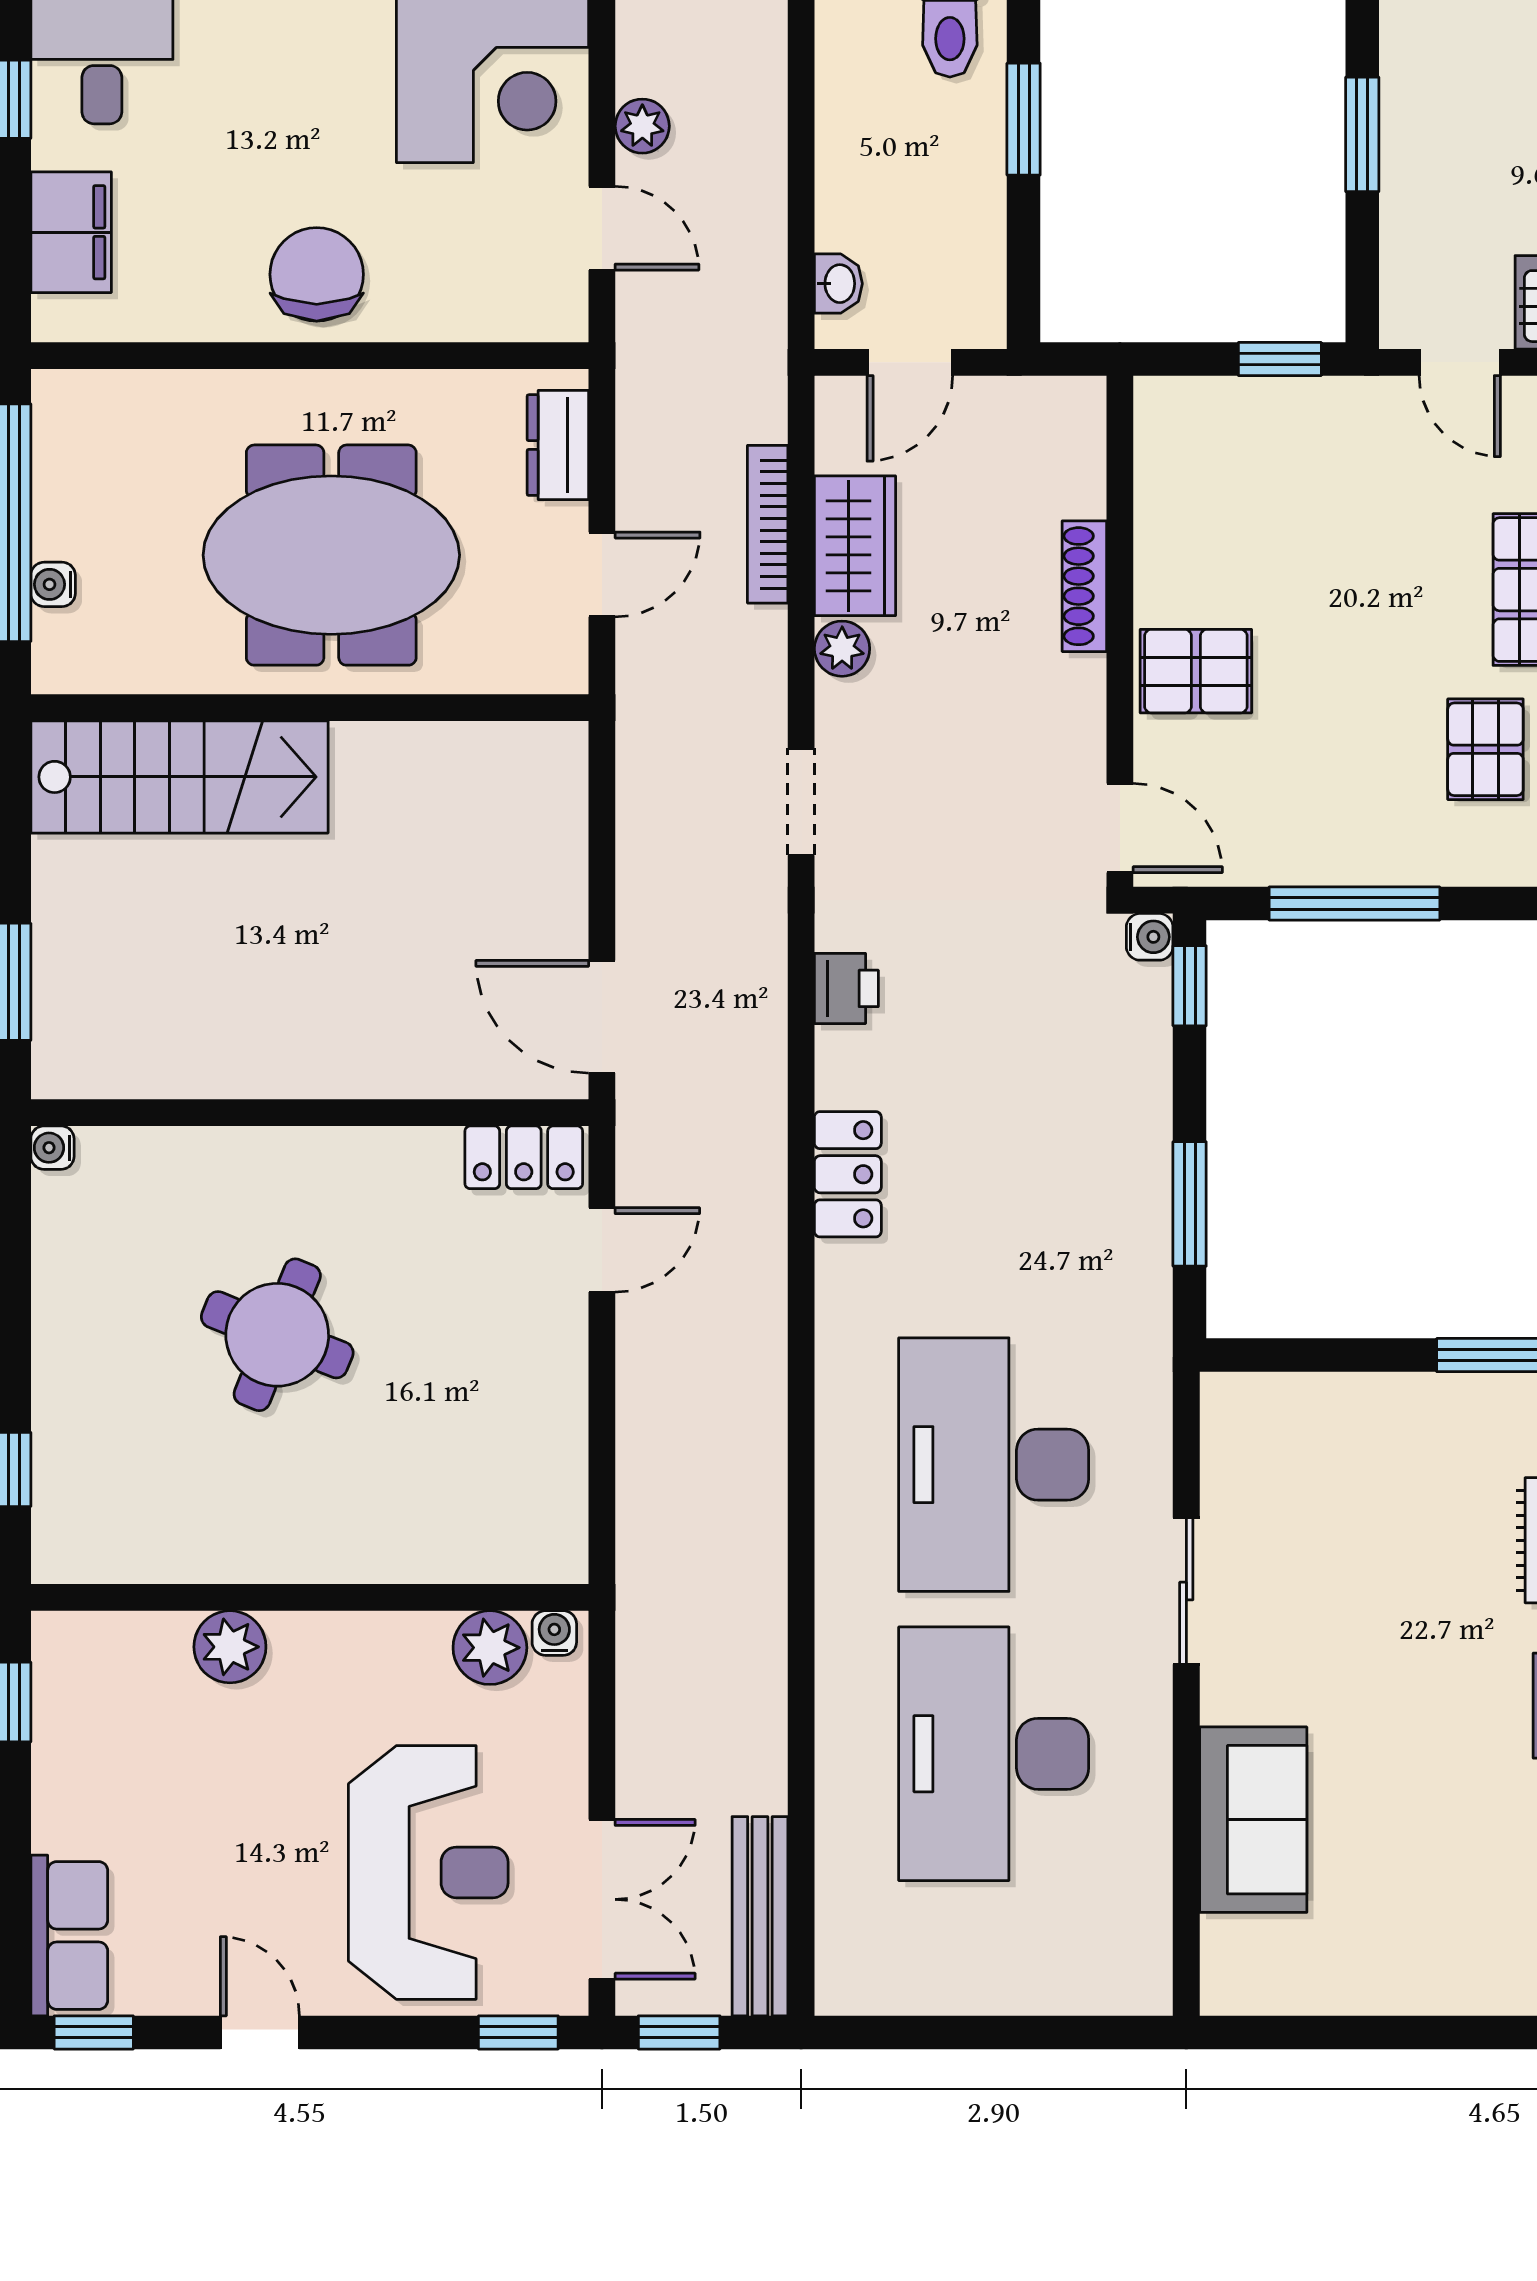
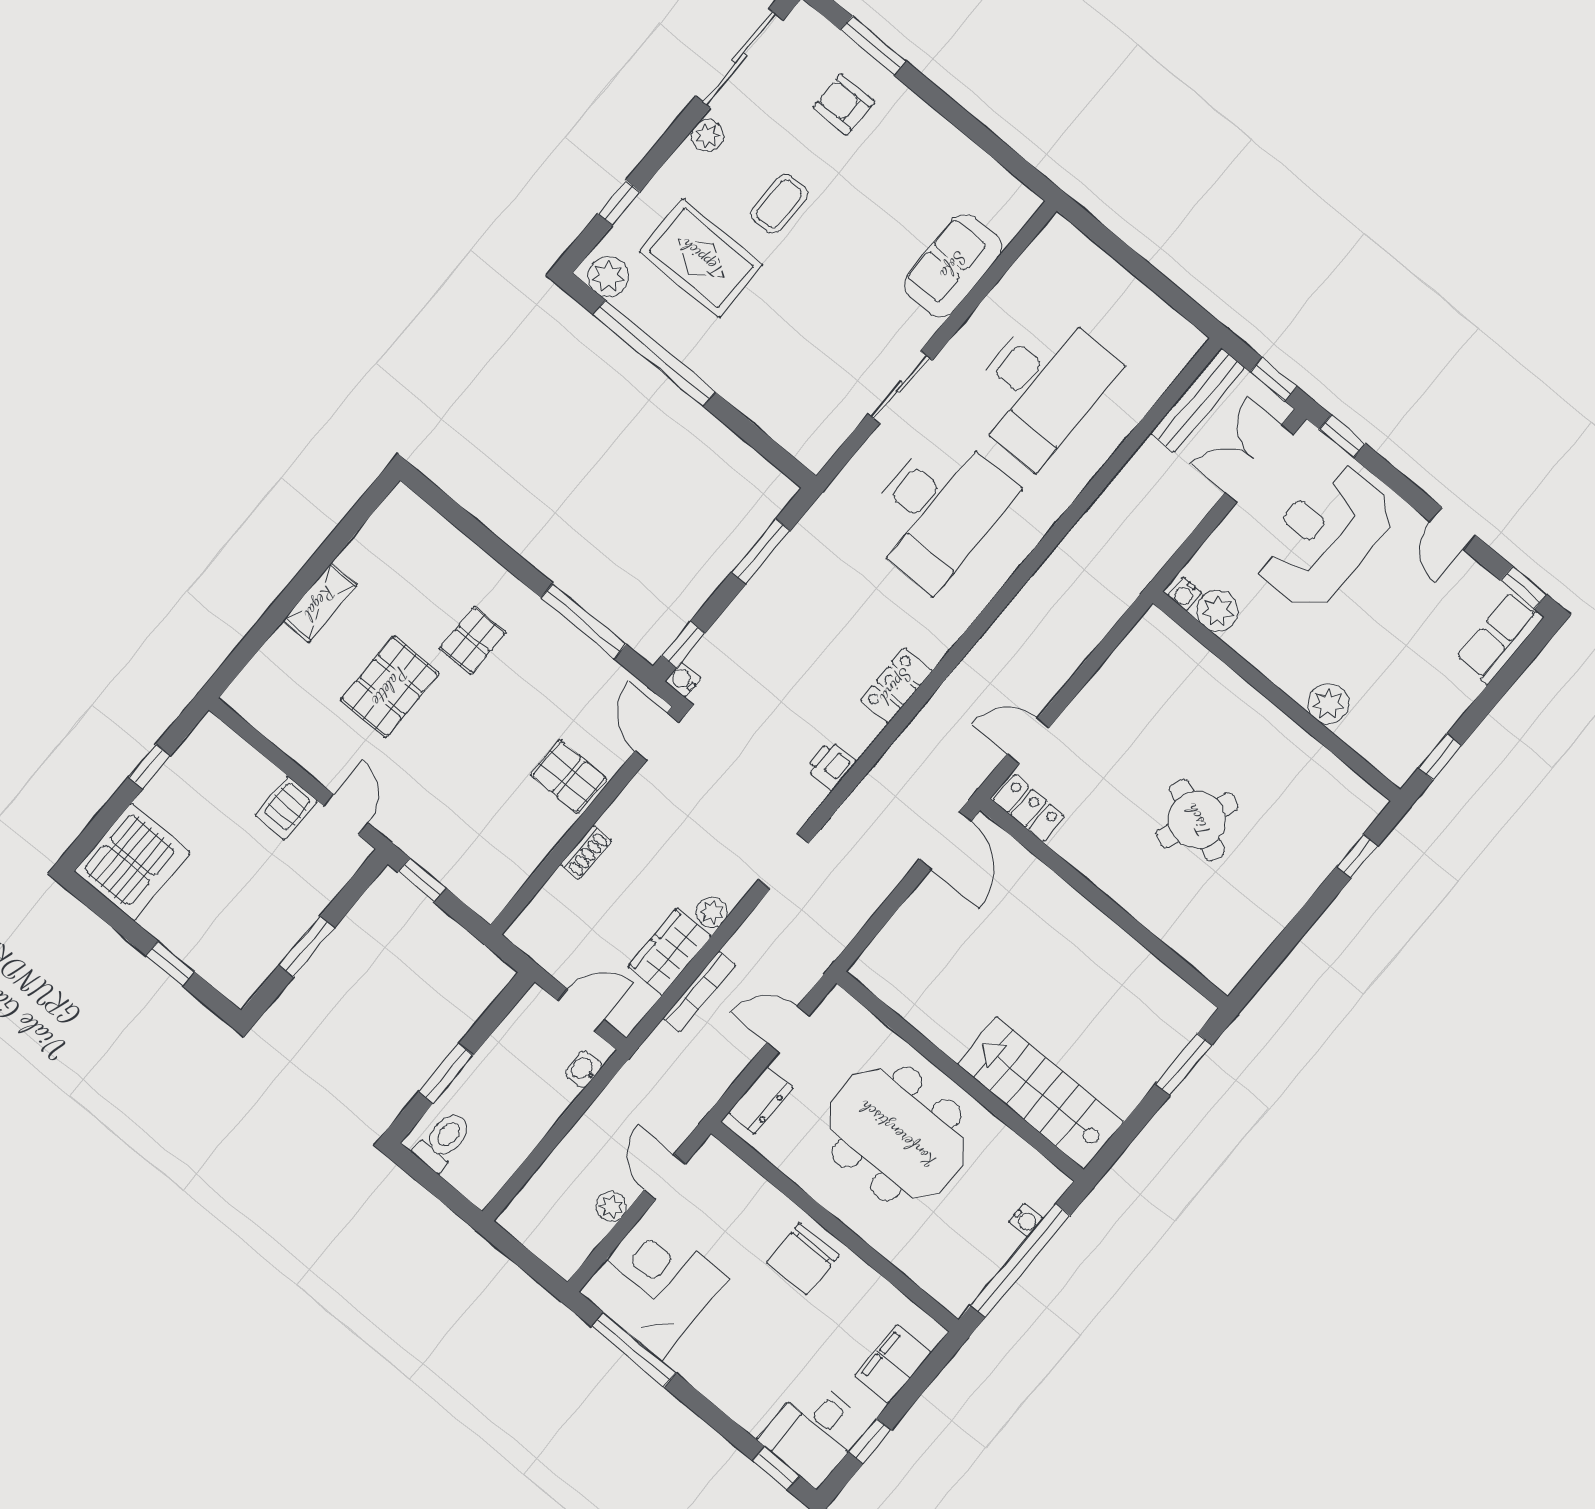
shoe rack: (1084, 586) -> (586, 853), width x0.70
water cooler: (52, 1148) -> (1226, 980), removed

